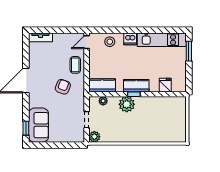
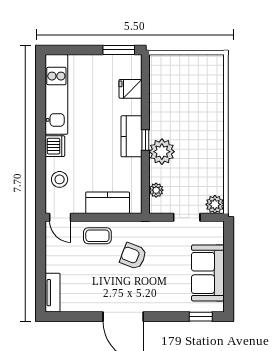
window: (189, 51) -> (119, 50), moved
kitchen counter: (102, 85) -> (108, 203), moved, turned 90
sofa: (38, 125) -> (208, 273), moved, turned -90

